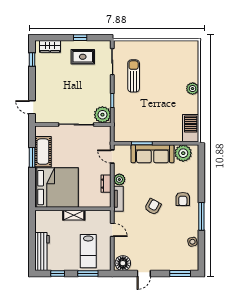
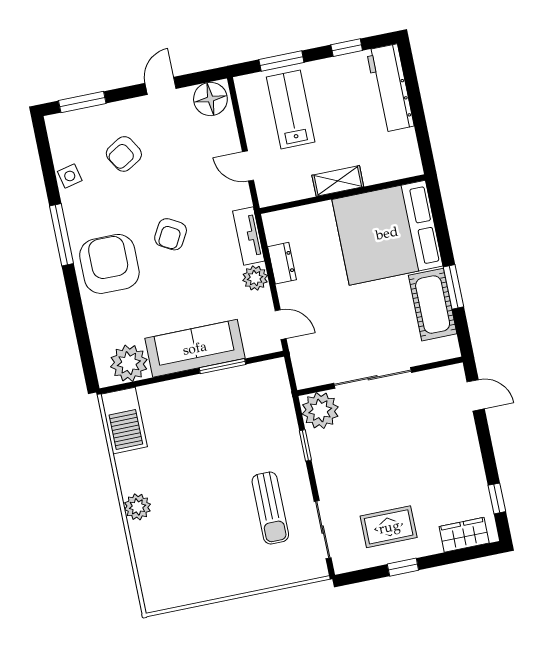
armchair: (183, 199) -> (109, 264), width x1.88, depth x1.88
armchair: (166, 247) -> (124, 154), added

